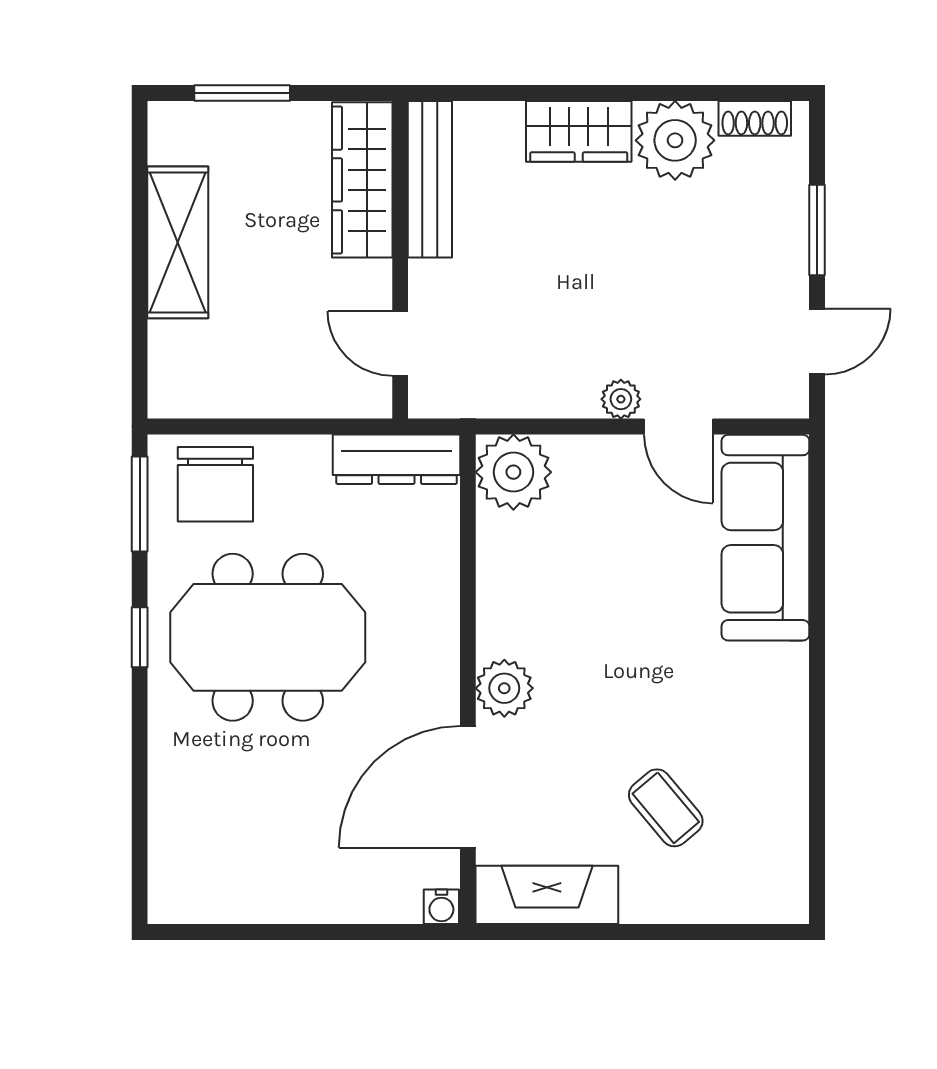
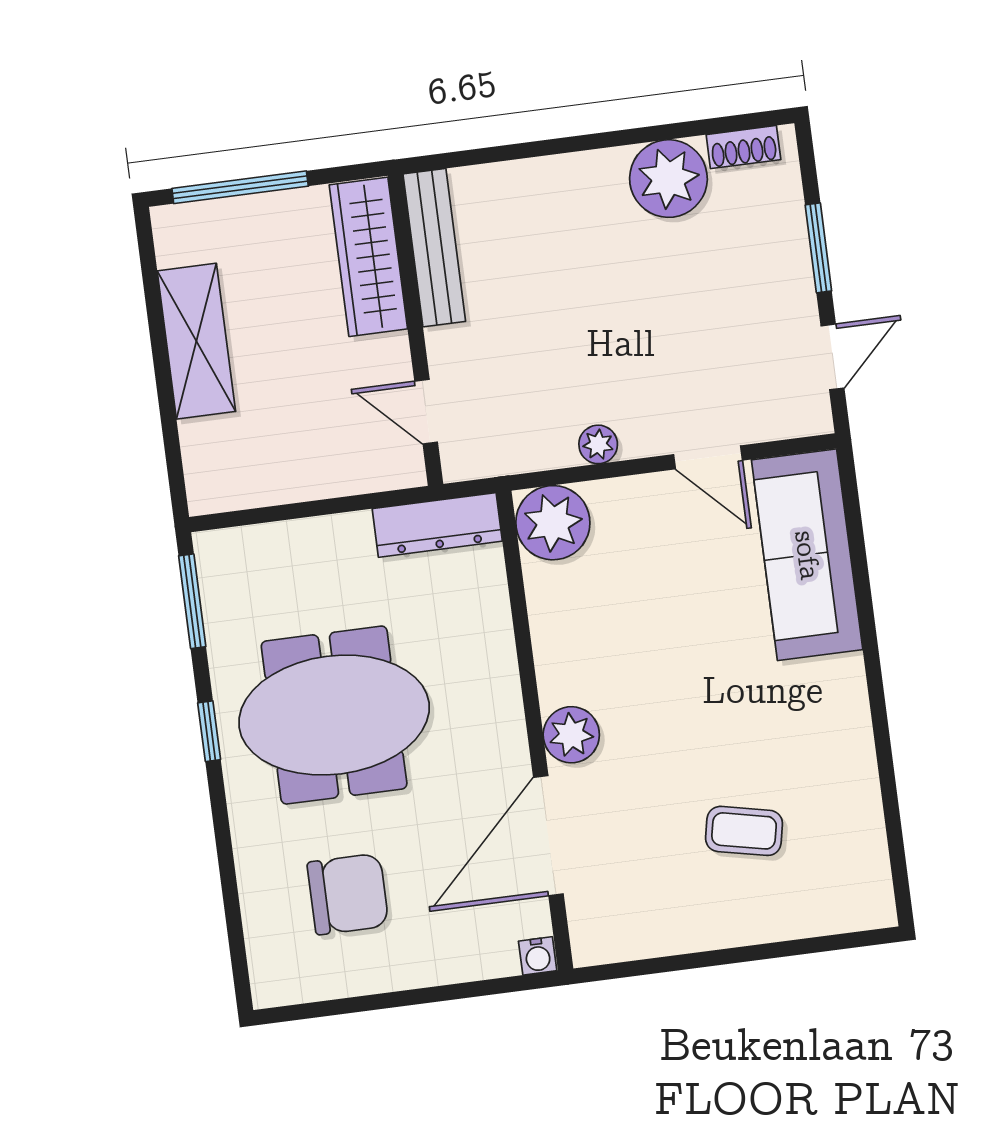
window: (242, 93) -> (240, 187), width x1.44
wardrobe: (579, 131) -> (573, 182), removed
plant: (621, 399) -> (598, 444), moved
chair: (215, 484) -> (348, 894), moved, turned -90
coffee table: (666, 808) -> (744, 831), turned -38
fireplace: (547, 895) -> (639, 931), removed

